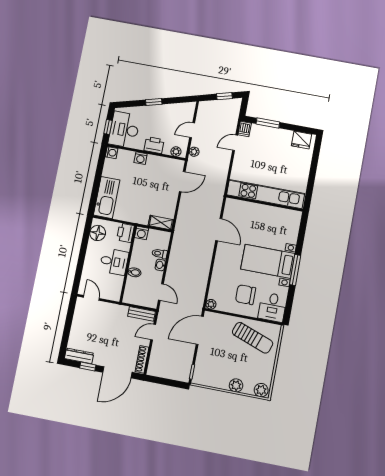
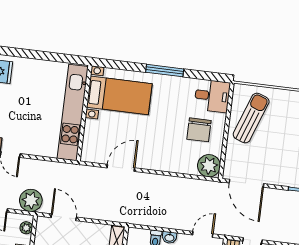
plant: (194, 152) -> (31, 200), width x1.87, depth x1.87
bed with nightstands: (268, 261) -> (119, 95), moved, turned -90
plant: (211, 304) -> (209, 166), width x1.88, depth x1.88

